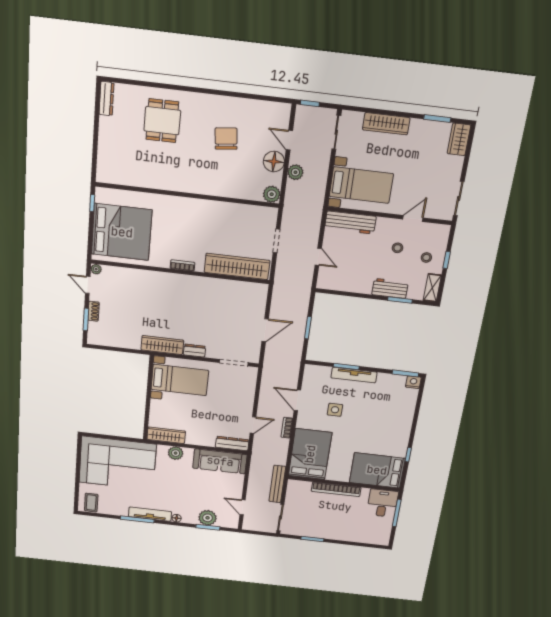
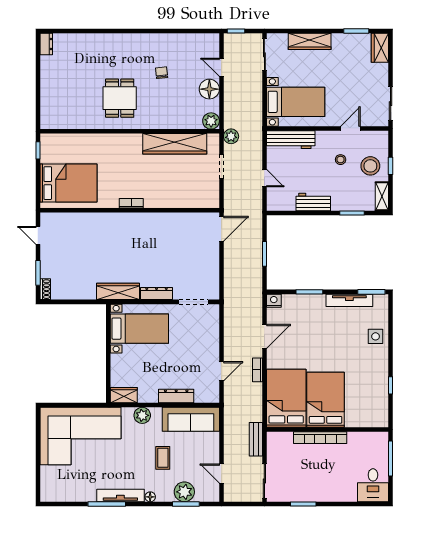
dresser: (106, 99) -> (46, 44), width x0.70
dining table: (162, 121) -> (120, 98), moved
chair: (226, 139) -> (162, 73), width x0.54, depth x0.54
plant: (295, 172) -> (231, 136), moved
bed: (122, 232) -> (68, 183), width x0.73
stool: (426, 257) -> (370, 166), width x1.89, depth x1.89
wardrobe: (237, 266) -> (175, 144), moved, turned 180
plant: (96, 269) -> (45, 218), removed
workbench: (390, 288) -> (313, 202), moved
shoe rack: (94, 311) -> (45, 289), moved
door: (265, 330) -> (221, 229), moved
dresser: (195, 351) -> (157, 294), width x1.44
tv unit: (354, 375) -> (349, 300), moved
nightstand: (413, 382) -> (274, 301), moved
door: (297, 400) -> (264, 336), swing flipped
side table: (335, 410) -> (376, 336), moved
wardrobe: (166, 435) -> (124, 395), width x0.67
dresser: (232, 444) -> (176, 396), moved
bed: (377, 470) -> (326, 400), moved, turned 90
bench: (277, 484) -> (256, 439), width x0.73
coffee table: (91, 503) -> (163, 458), moved
desk: (382, 503) -> (373, 485), moved, turned 180

